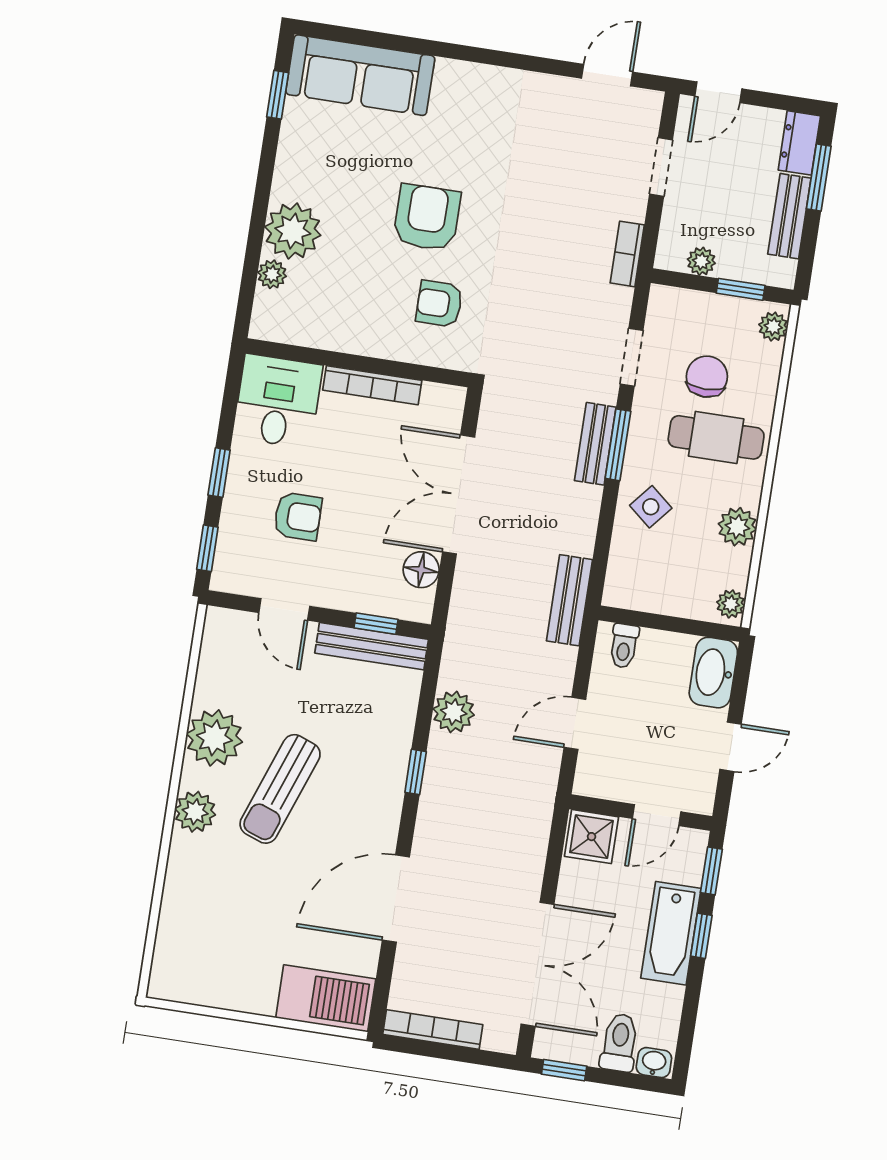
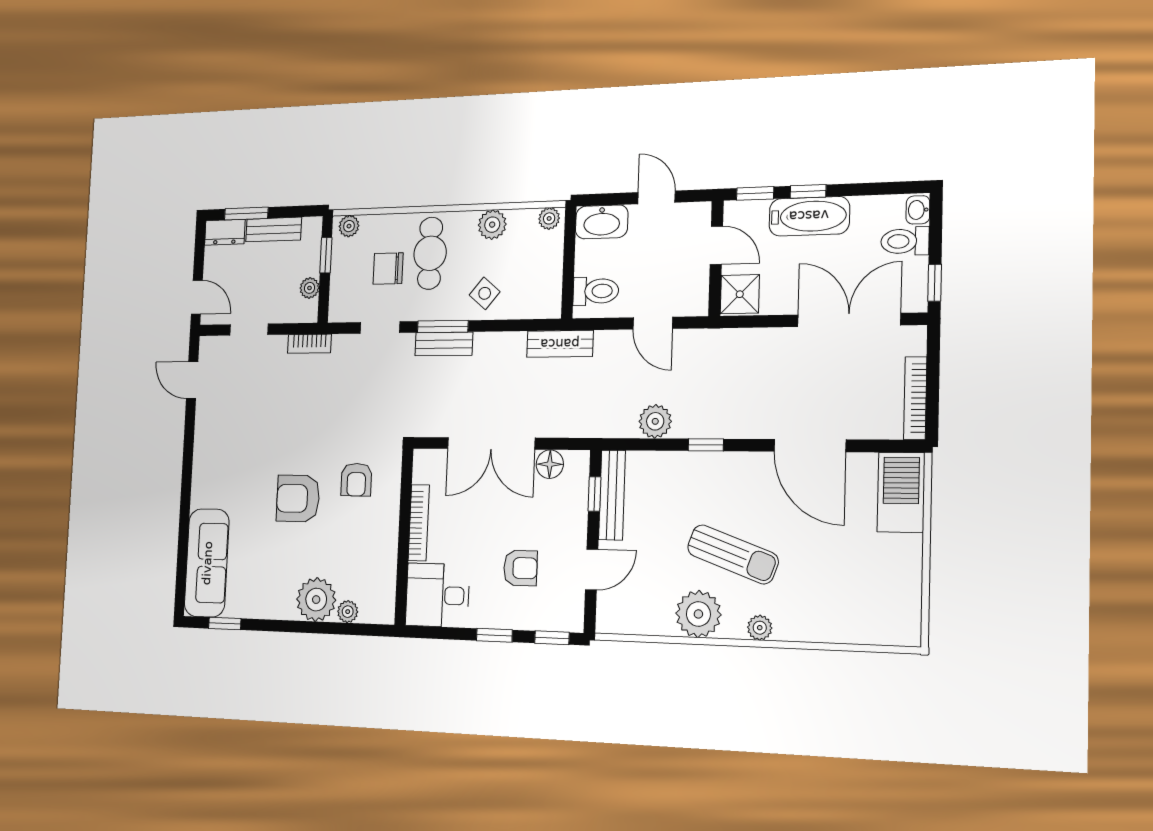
armchair: (298, 516) -> (520, 568), turned 90
toilet: (624, 646) -> (596, 291), width x1.37, depth x1.39
plant: (195, 812) -> (760, 628), width x0.73, depth x0.73

